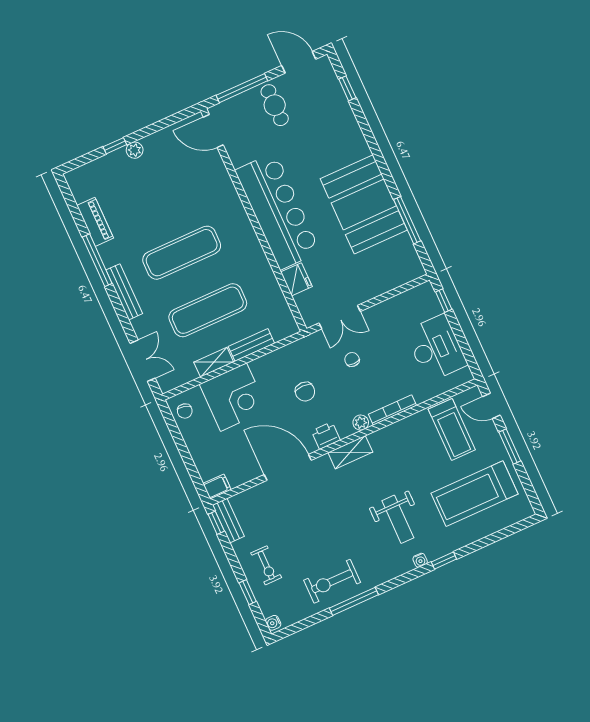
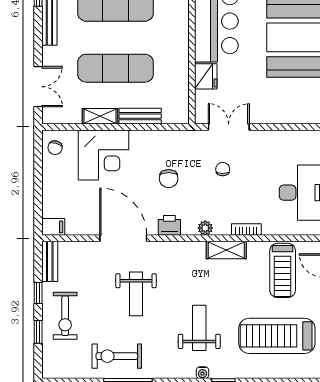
double door: (340, 317) -> (229, 127), swing flipped
bookcase: (392, 410) -> (246, 230), width x0.64
shelving: (350, 452) -> (226, 250), moved
weight bench: (324, 514) -> (136, 294), added
weight bench: (398, 519) -> (199, 328), turned 180
window: (216, 523) -> (38, 293), moved
exercise bike: (266, 565) -> (65, 316), width x1.38, depth x1.39
water cooler: (273, 623) -> (48, 369), removed

